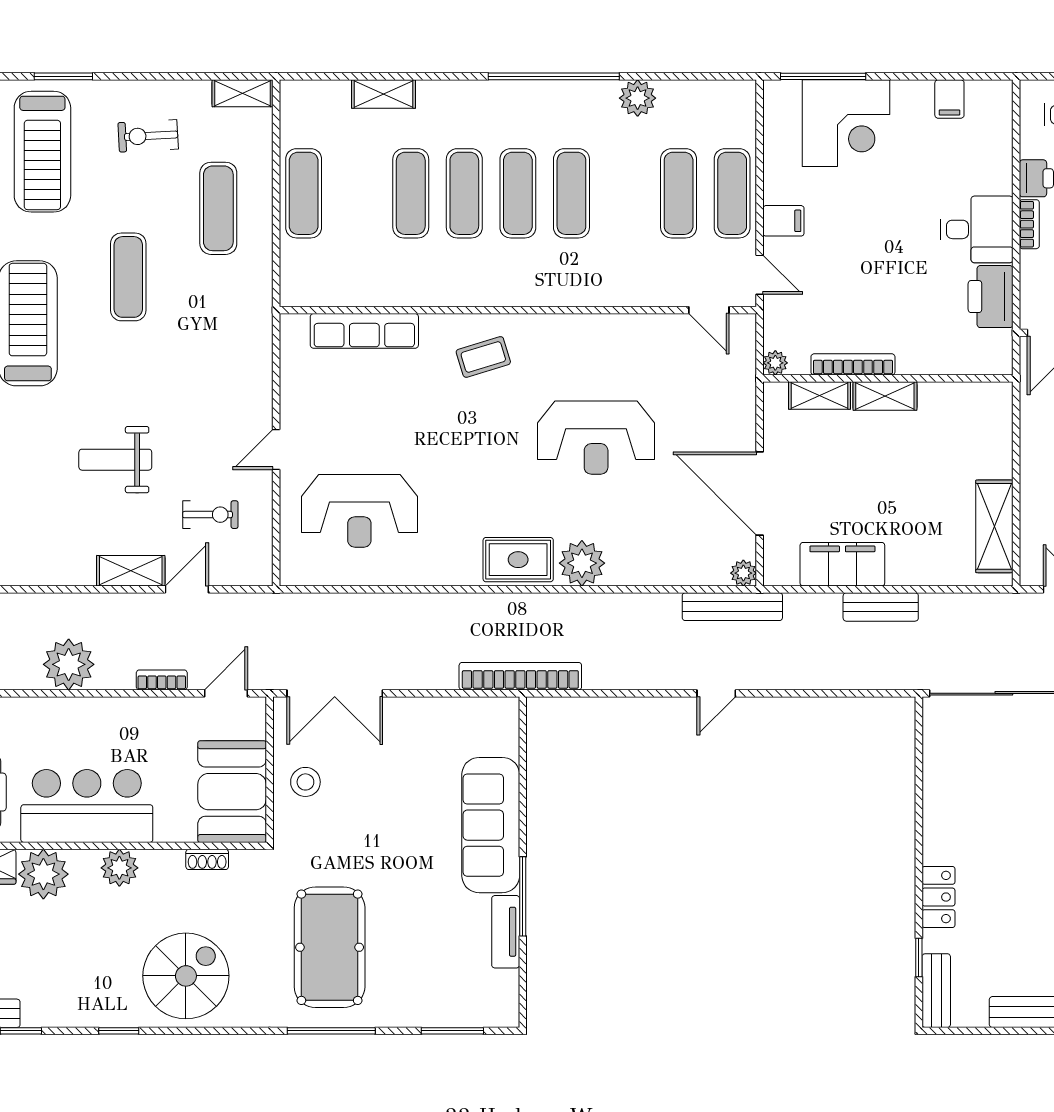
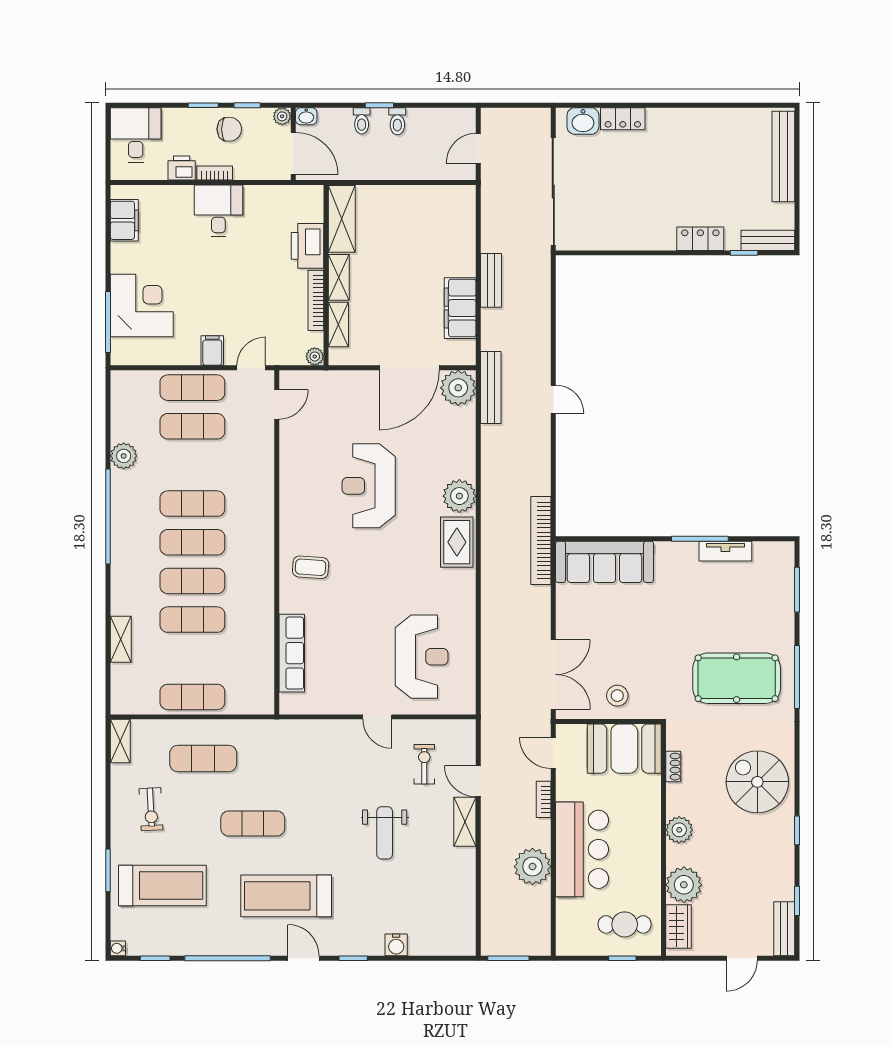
filing cabinet: (949, 99) -> (124, 220), width x2.00
printer: (991, 297) -> (307, 246), moved, turned 90
coffee table: (483, 357) -> (311, 567), turned -69
reception desk: (596, 438) -> (369, 486), turned 180
shelving: (994, 526) -> (342, 219), moved, turned 90
plant: (743, 573) -> (458, 388), width x1.88, depth x1.88
bar counter: (87, 806) -> (582, 849), moved, turned 180
sofa: (491, 825) -> (605, 562), moved

